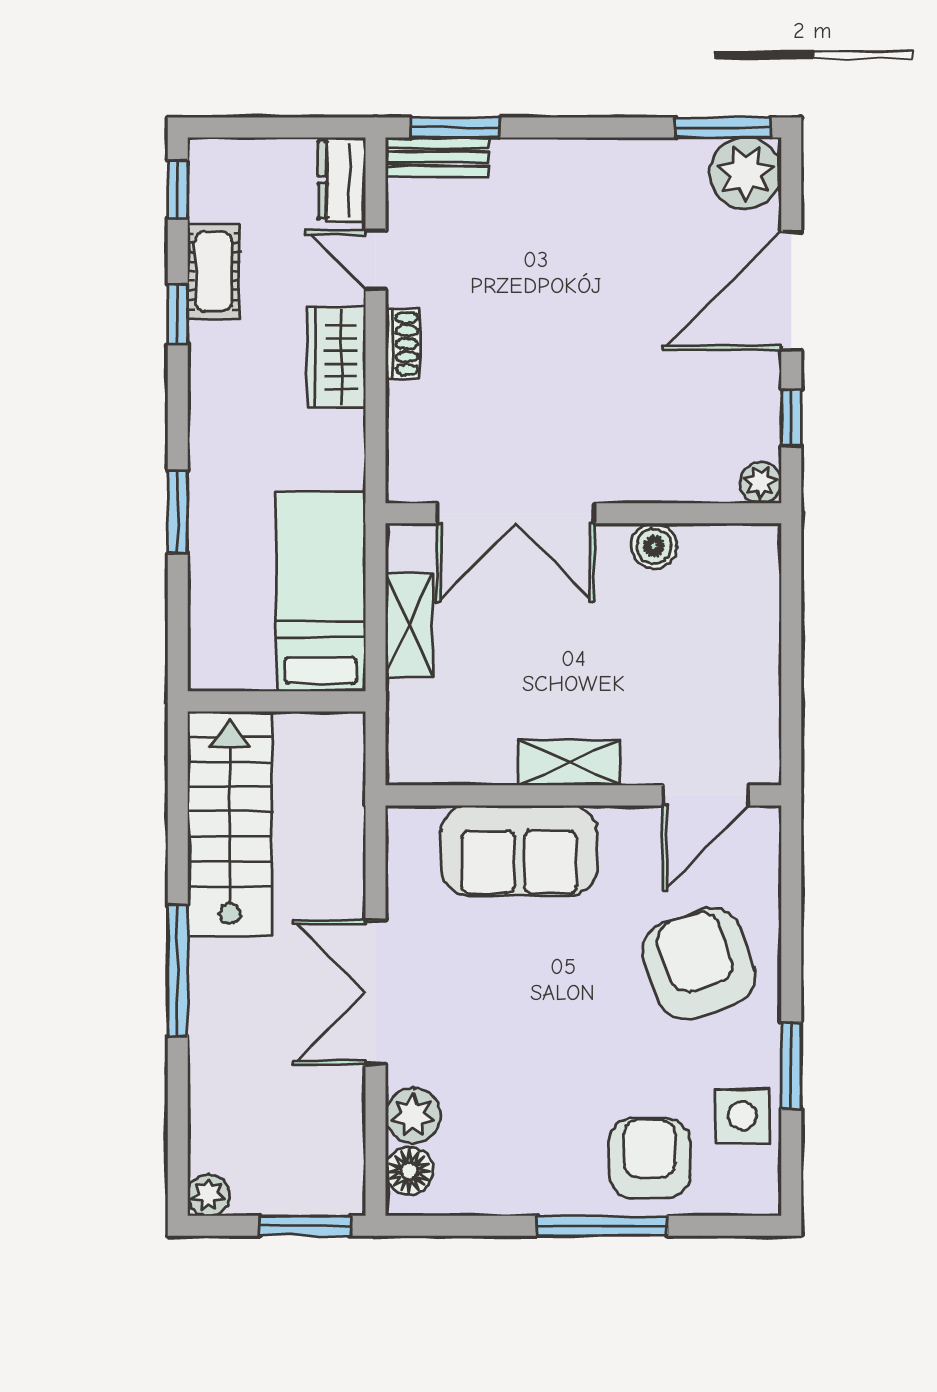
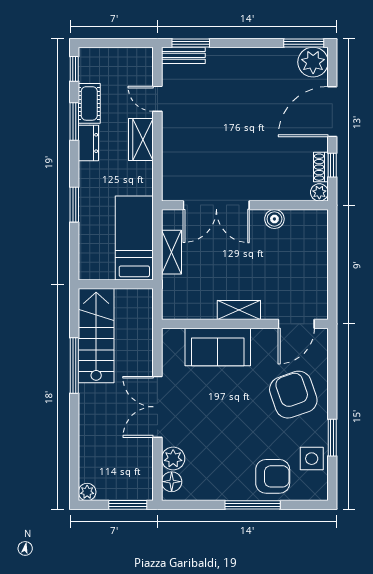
dresser: (342, 180) -> (88, 143), moved, turned 180
window: (178, 314) -> (74, 122), width x1.50
shoe rack: (403, 344) -> (321, 167), moved, turned 180
window: (178, 970) -> (74, 366), moved
armchair: (650, 1158) -> (273, 476), turned 90

